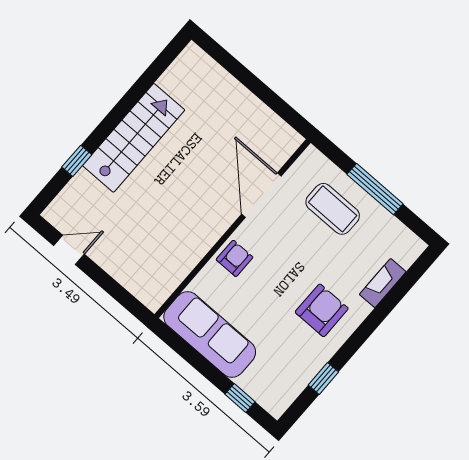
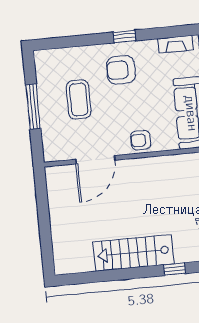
coffee table: (333, 209) -> (79, 99), moved
fireplace: (383, 283) -> (176, 44), moved
window: (323, 378) -> (124, 36), moved

